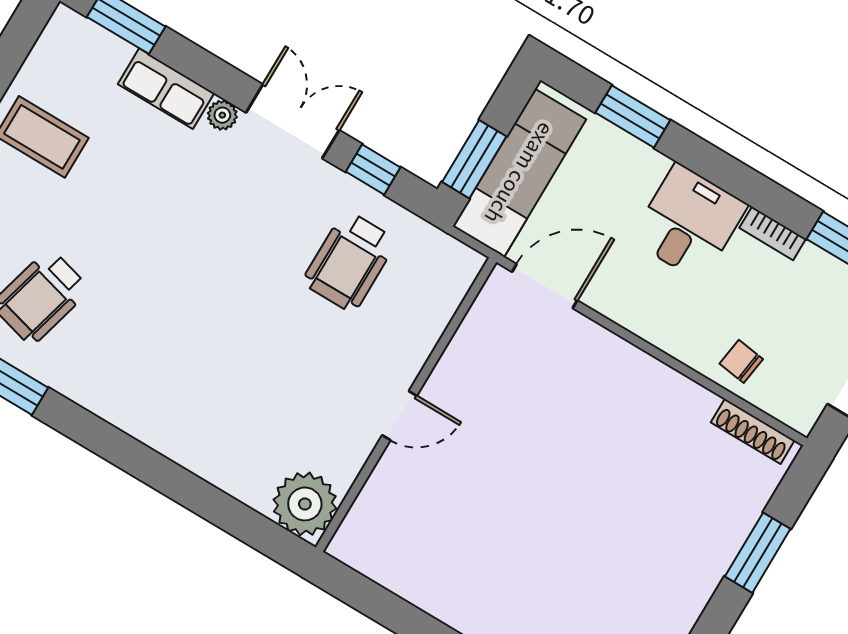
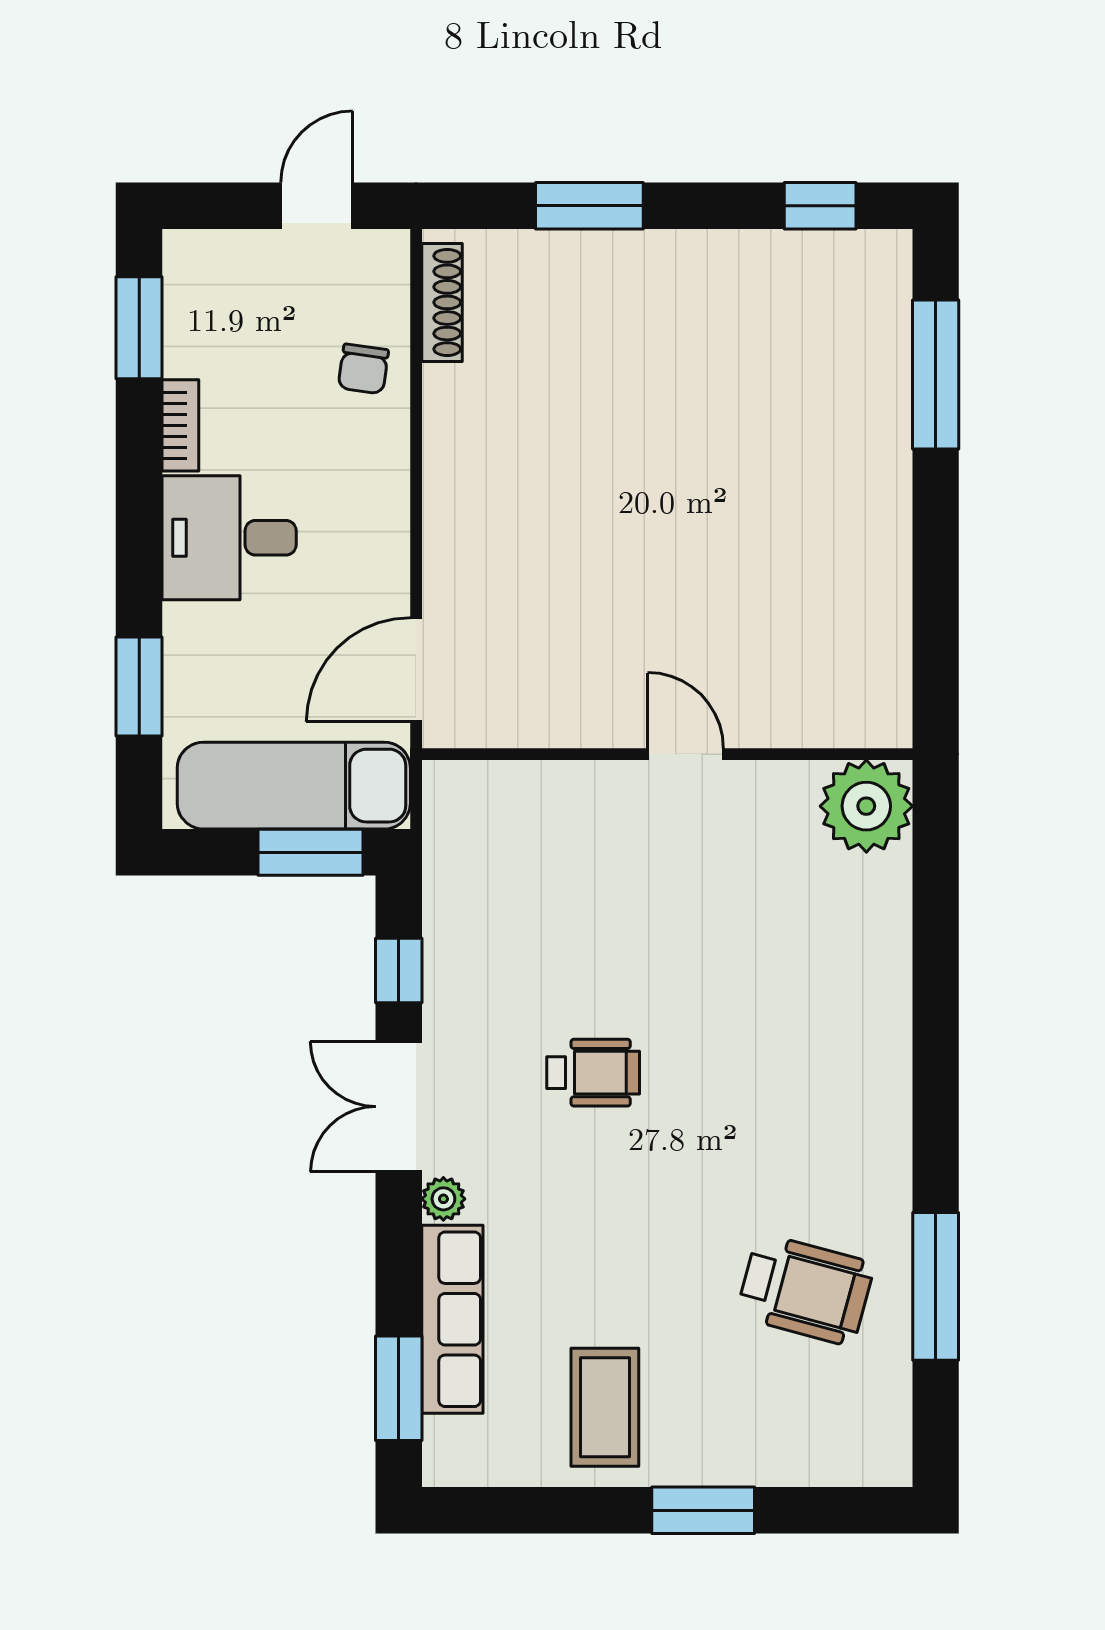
row of seats: (166, 89) -> (452, 1319), width x1.48
wheelchair: (349, 261) -> (593, 1073), moved, width x0.73, depth x0.73
door: (545, 286) -> (416, 670), hinge flipped

